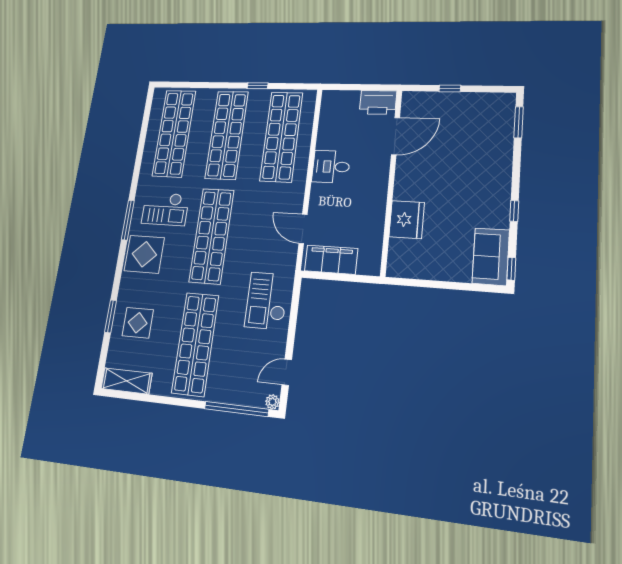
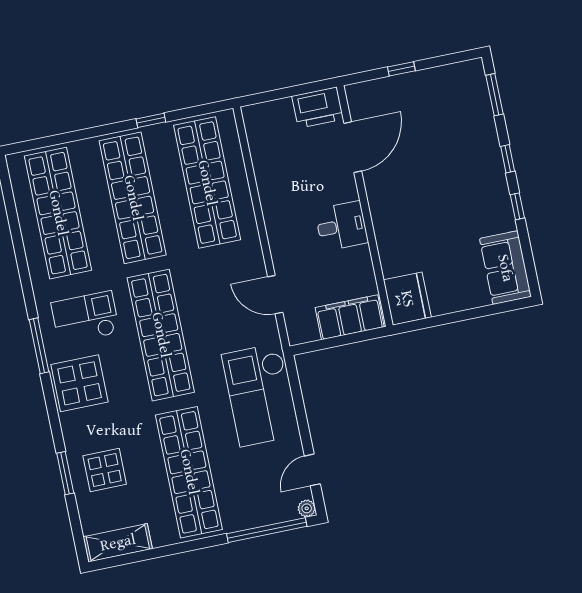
desk: (331, 167) -> (342, 226), moved, turned 180
checkout: (165, 209) -> (85, 318), turned 180
fridge: (407, 220) -> (407, 299), moved
filing cabinet: (331, 260) -> (350, 317), moved
window: (511, 269) -> (508, 159), moved
checkout: (267, 301) -> (260, 395), width x1.36, depth x1.21

